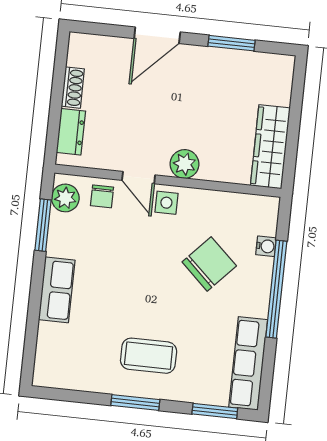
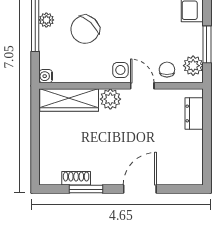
shoe rack: (73, 88) -> (76, 178), moved, turned 90
wardrobe: (270, 147) -> (69, 100), moved, turned 90
water cooler: (266, 246) -> (46, 76), moved
plant: (261, 283) -> (46, 20), added

